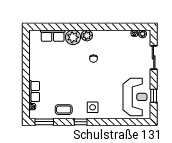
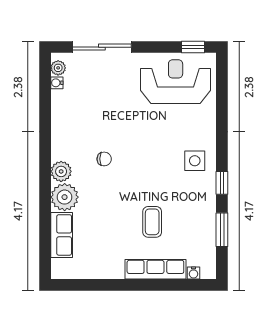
sliding door: (154, 57) -> (102, 47), width x1.37
row of seats: (34, 91) -> (155, 269), width x1.48
window: (154, 96) -> (193, 47), moved
coffee table: (64, 110) -> (152, 222), moved
window: (44, 122) -> (222, 230), moved

